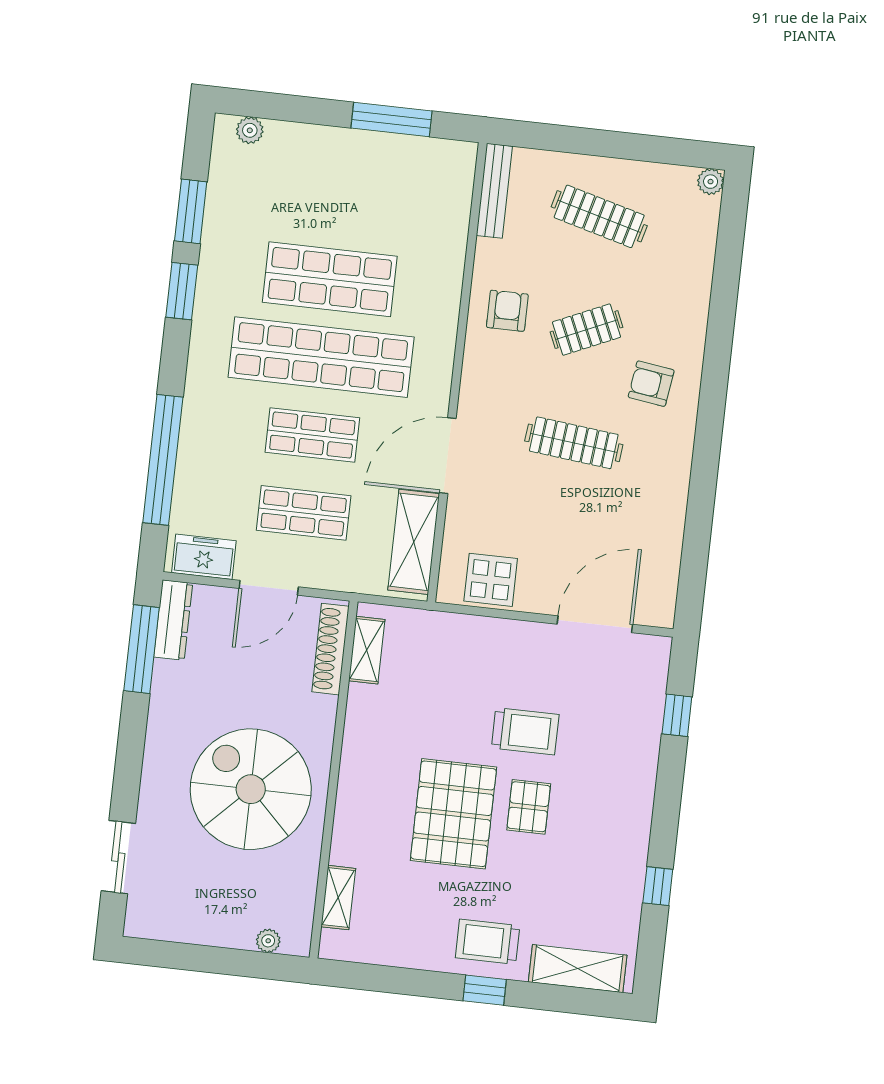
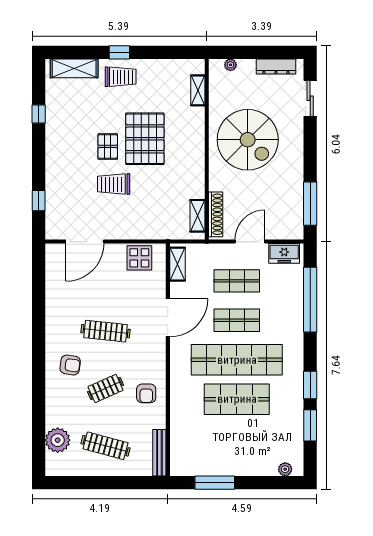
plant: (711, 182) -> (58, 440), moved, width x1.88, depth x1.88
shelving: (414, 542) -> (178, 264), width x0.67, depth x0.75
dresser: (173, 620) -> (276, 66), moved, turned -90

